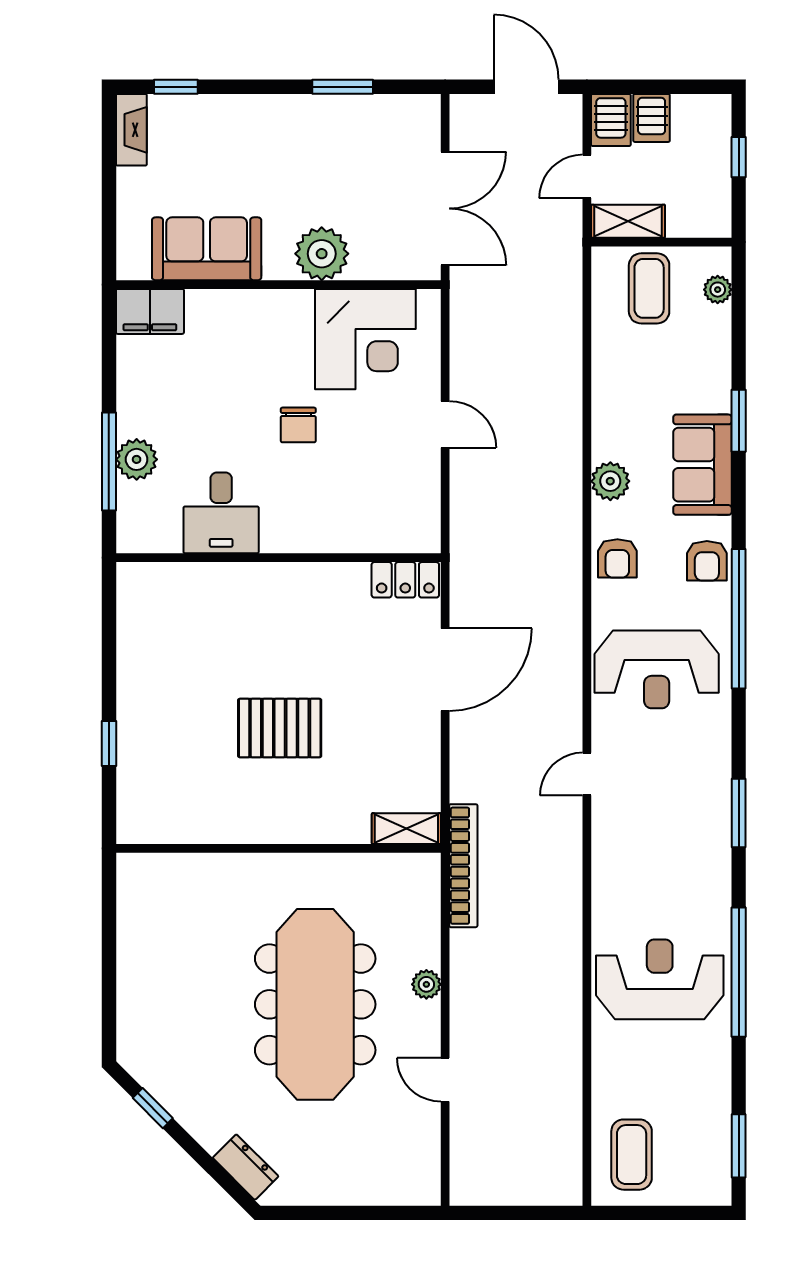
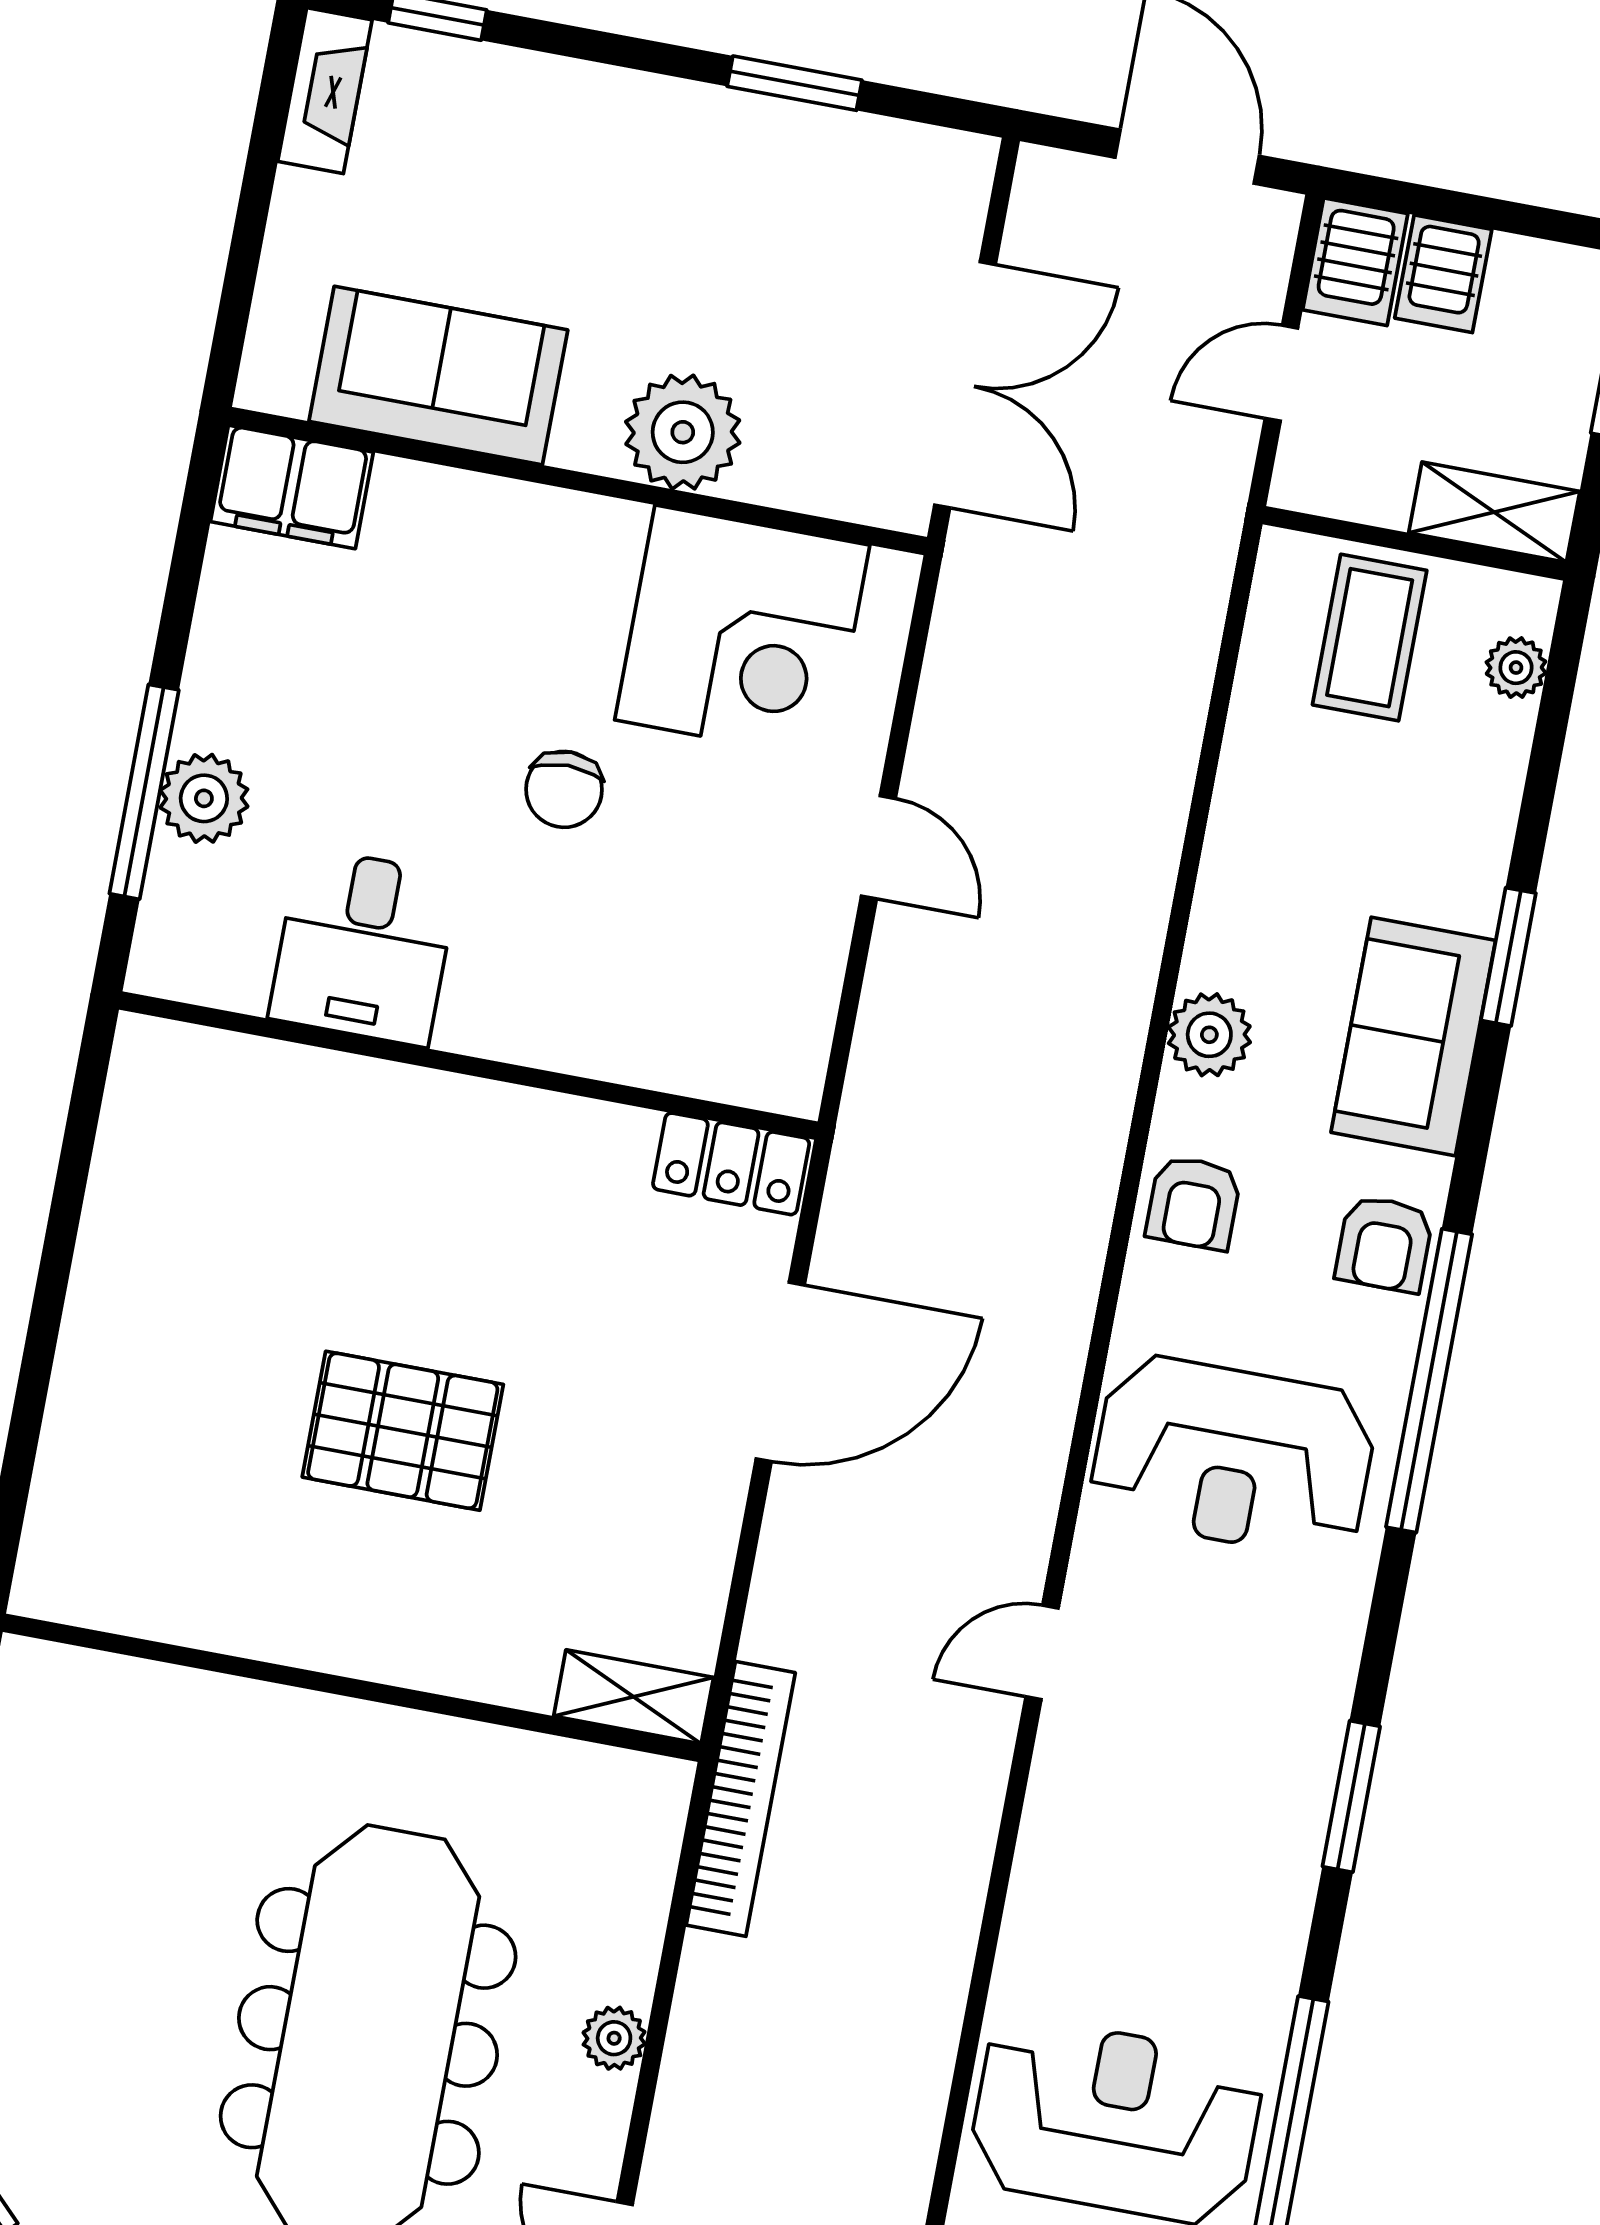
shelving: (628, 221) -> (1494, 512), moved
window: (109, 743) -> (31, 1395), removed

